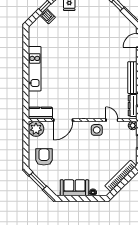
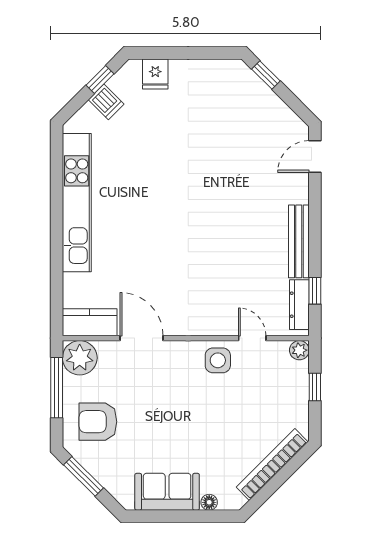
kitchen unit: (35, 69) -> (77, 203), width x1.36
door: (63, 120) -> (142, 338), swing flipped
window: (26, 142) -> (57, 388), added
armchair: (44, 157) -> (98, 422), turned -90

